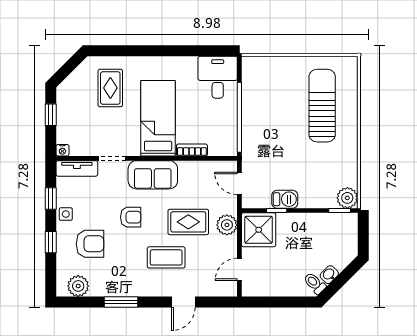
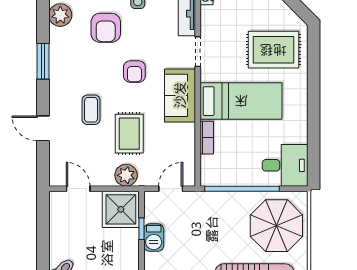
parasol: (274, 85) -> (276, 226), added
rug: (110, 88) -> (273, 50), width x1.36, depth x1.43
coffee table: (166, 257) -> (91, 110), width x0.73, depth x0.77

